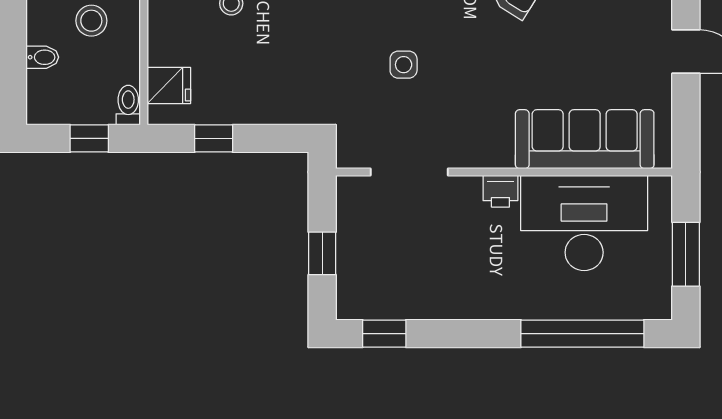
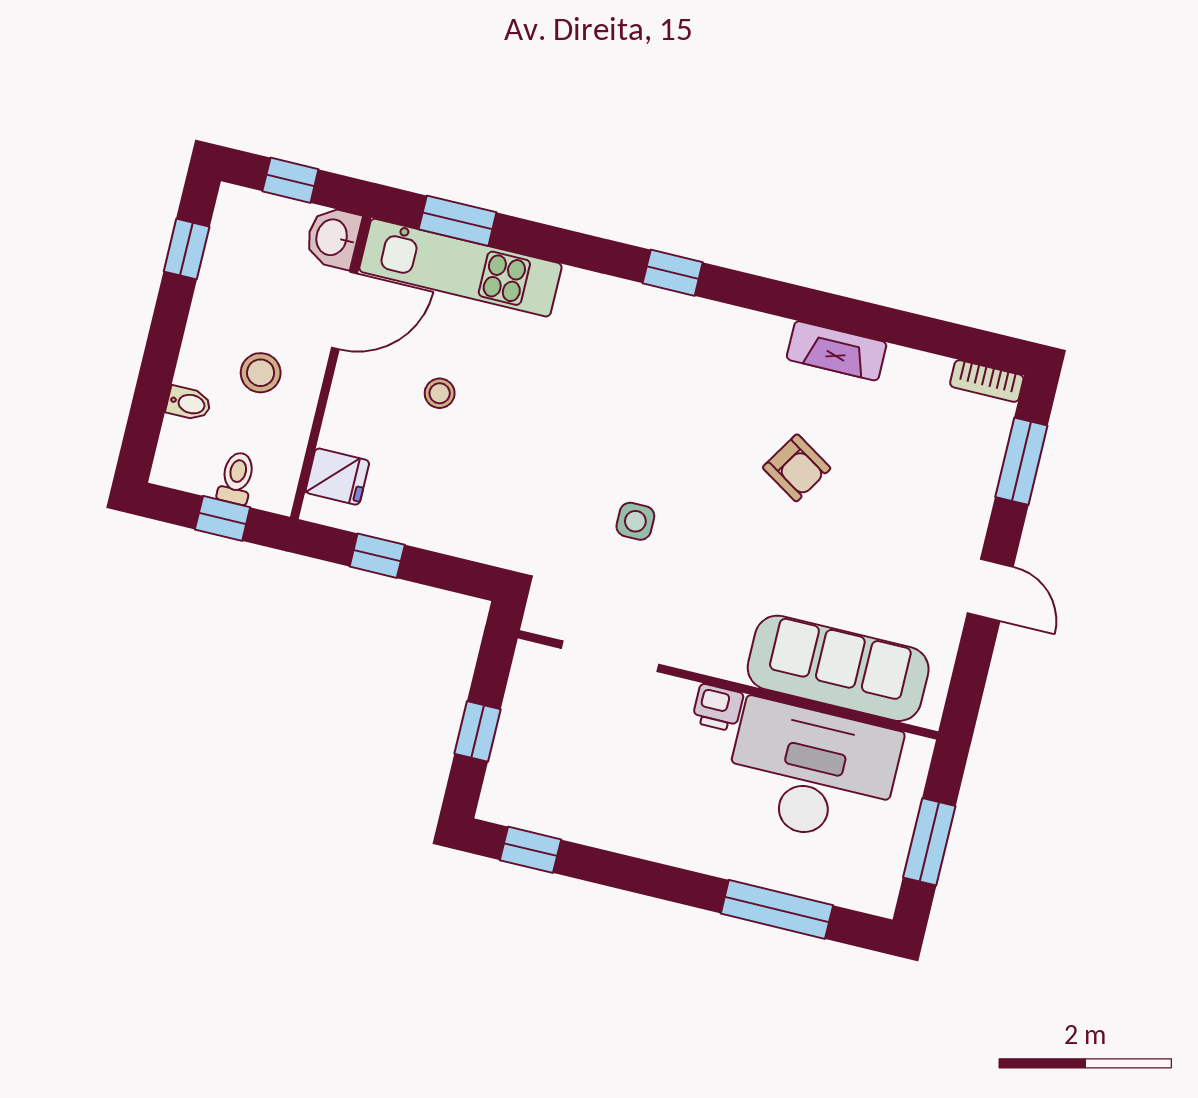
toilet: (128, 105) -> (237, 478), moved
window: (582, 334) -> (777, 909), width x0.68

